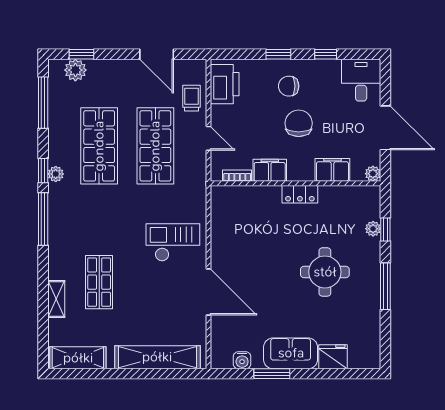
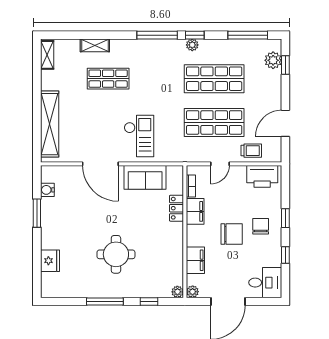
locker: (300, 194) -> (176, 208), moved
plant: (373, 229) -> (177, 292), moved
door: (209, 292) -> (100, 164), hinge flipped
sofa: (291, 353) -> (145, 177), moved, turned 90
shelving: (78, 358) -> (47, 55), width x0.67, depth x0.75

